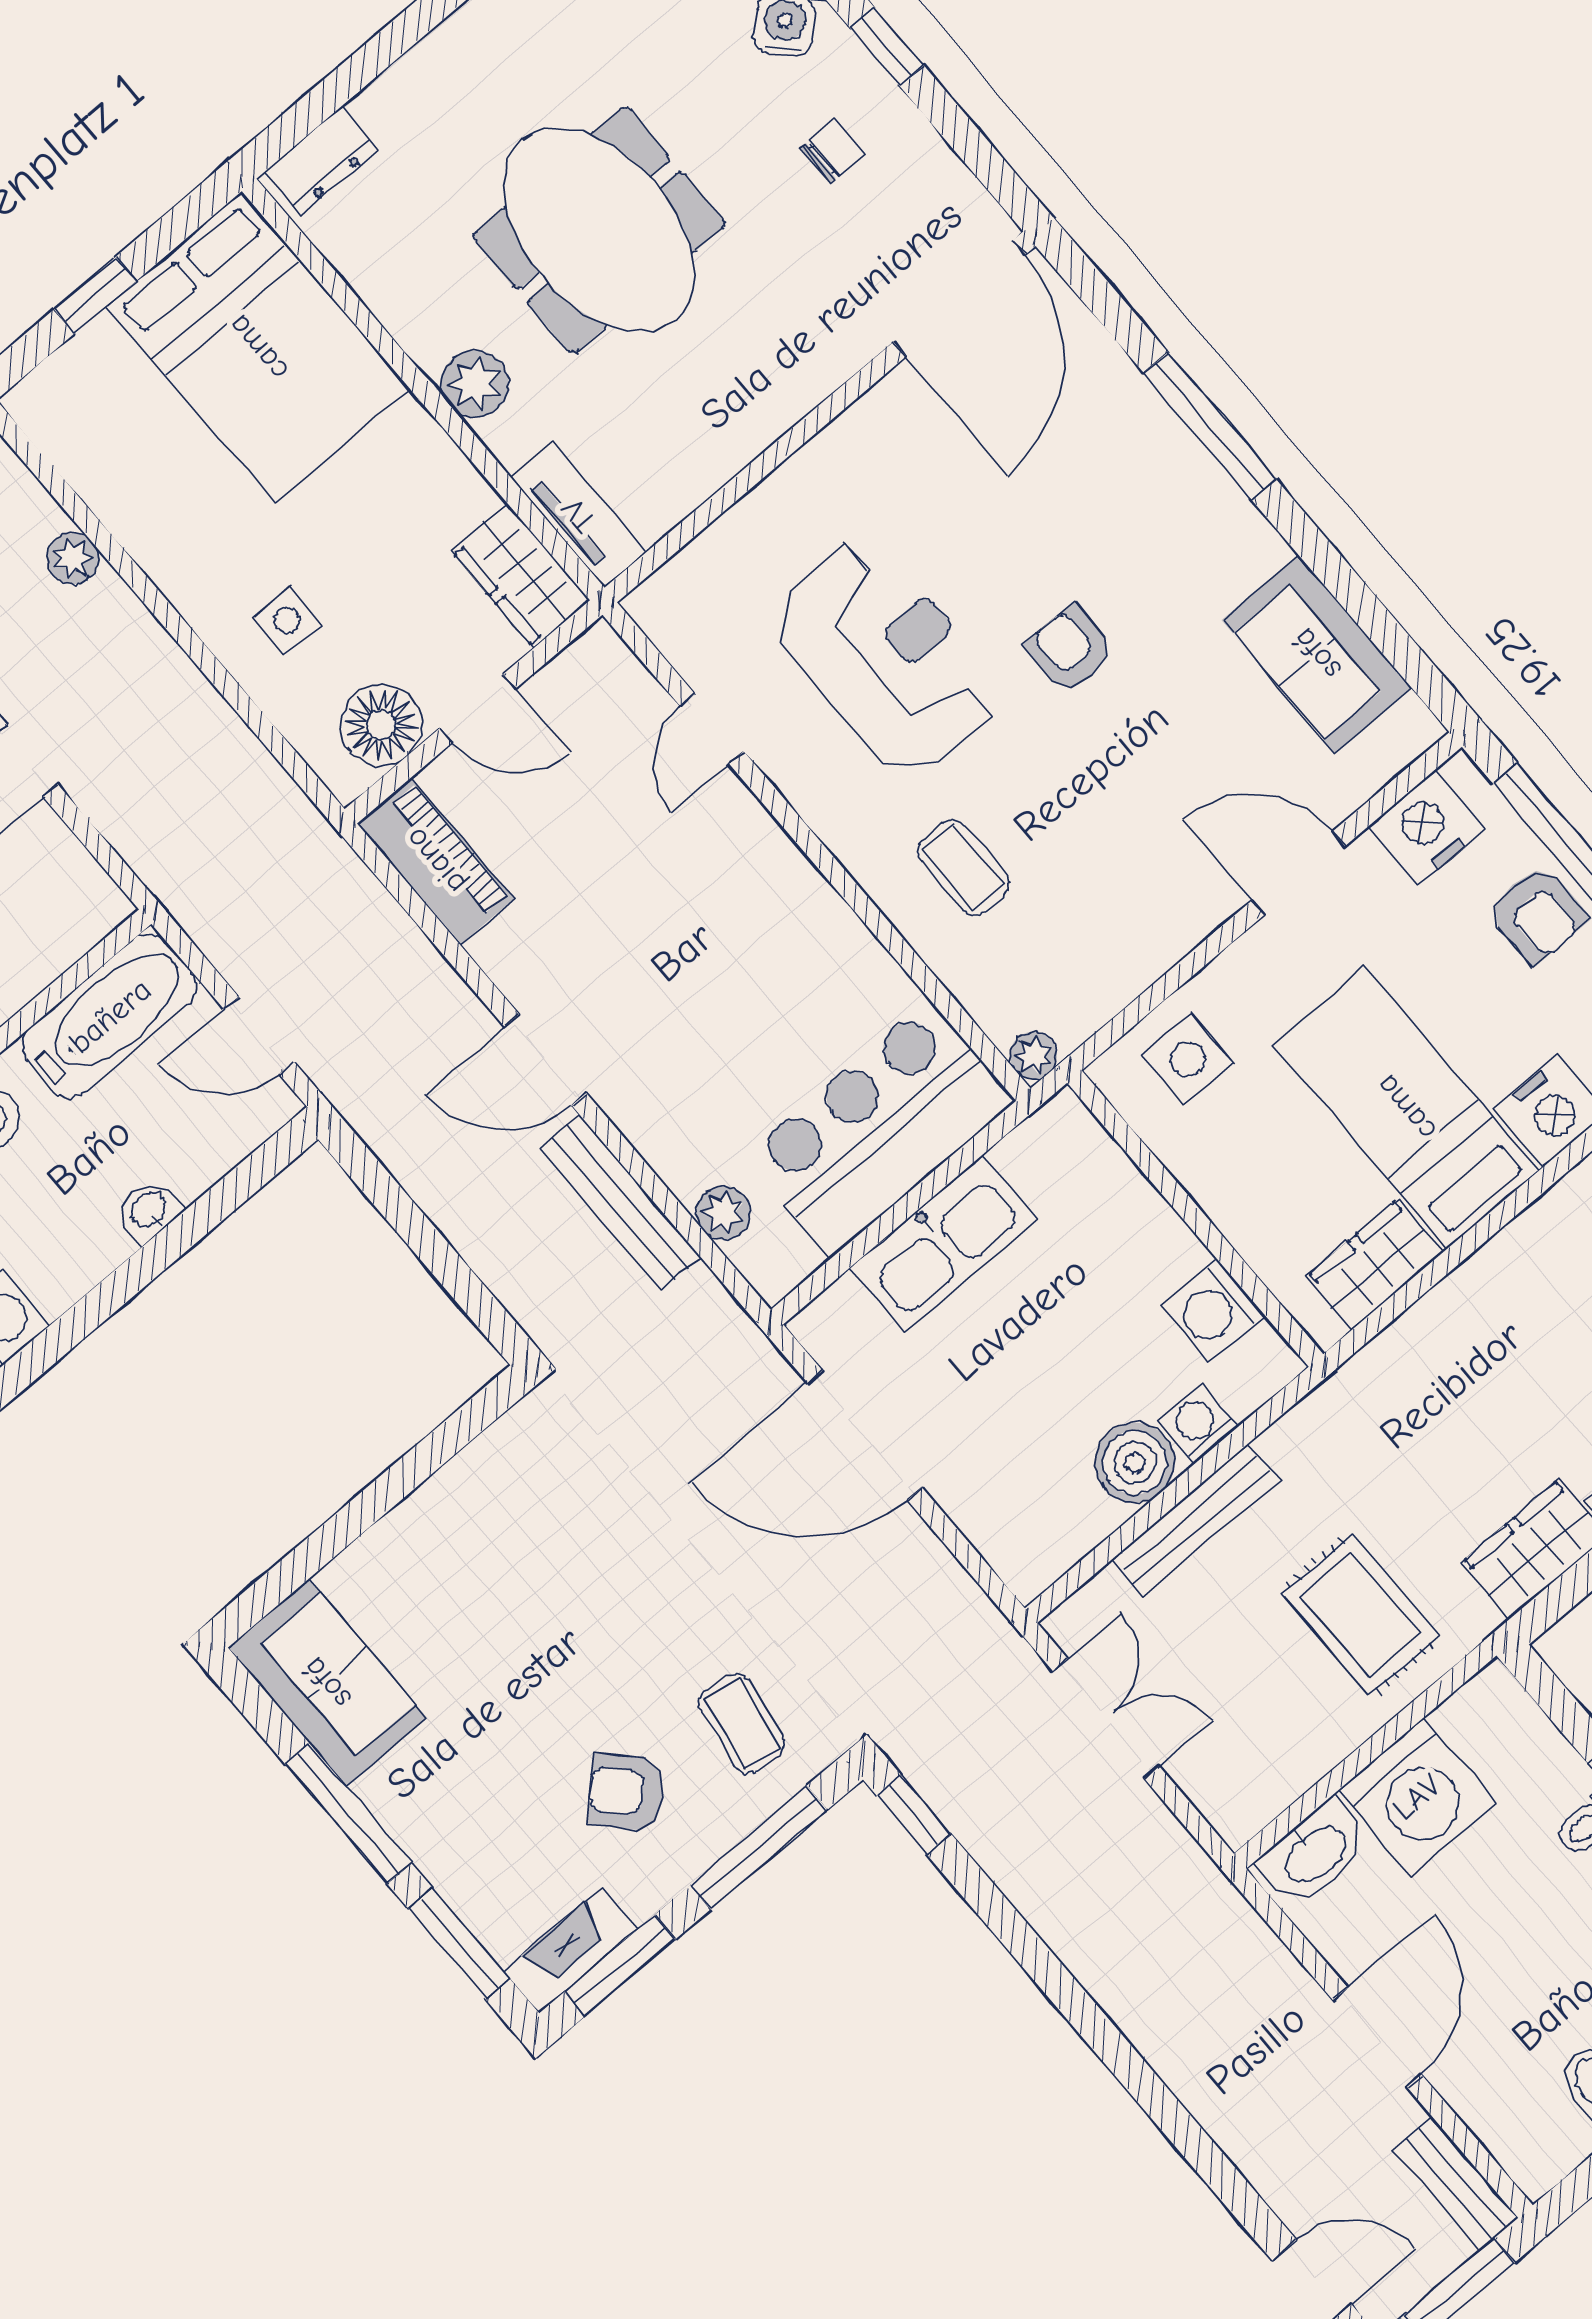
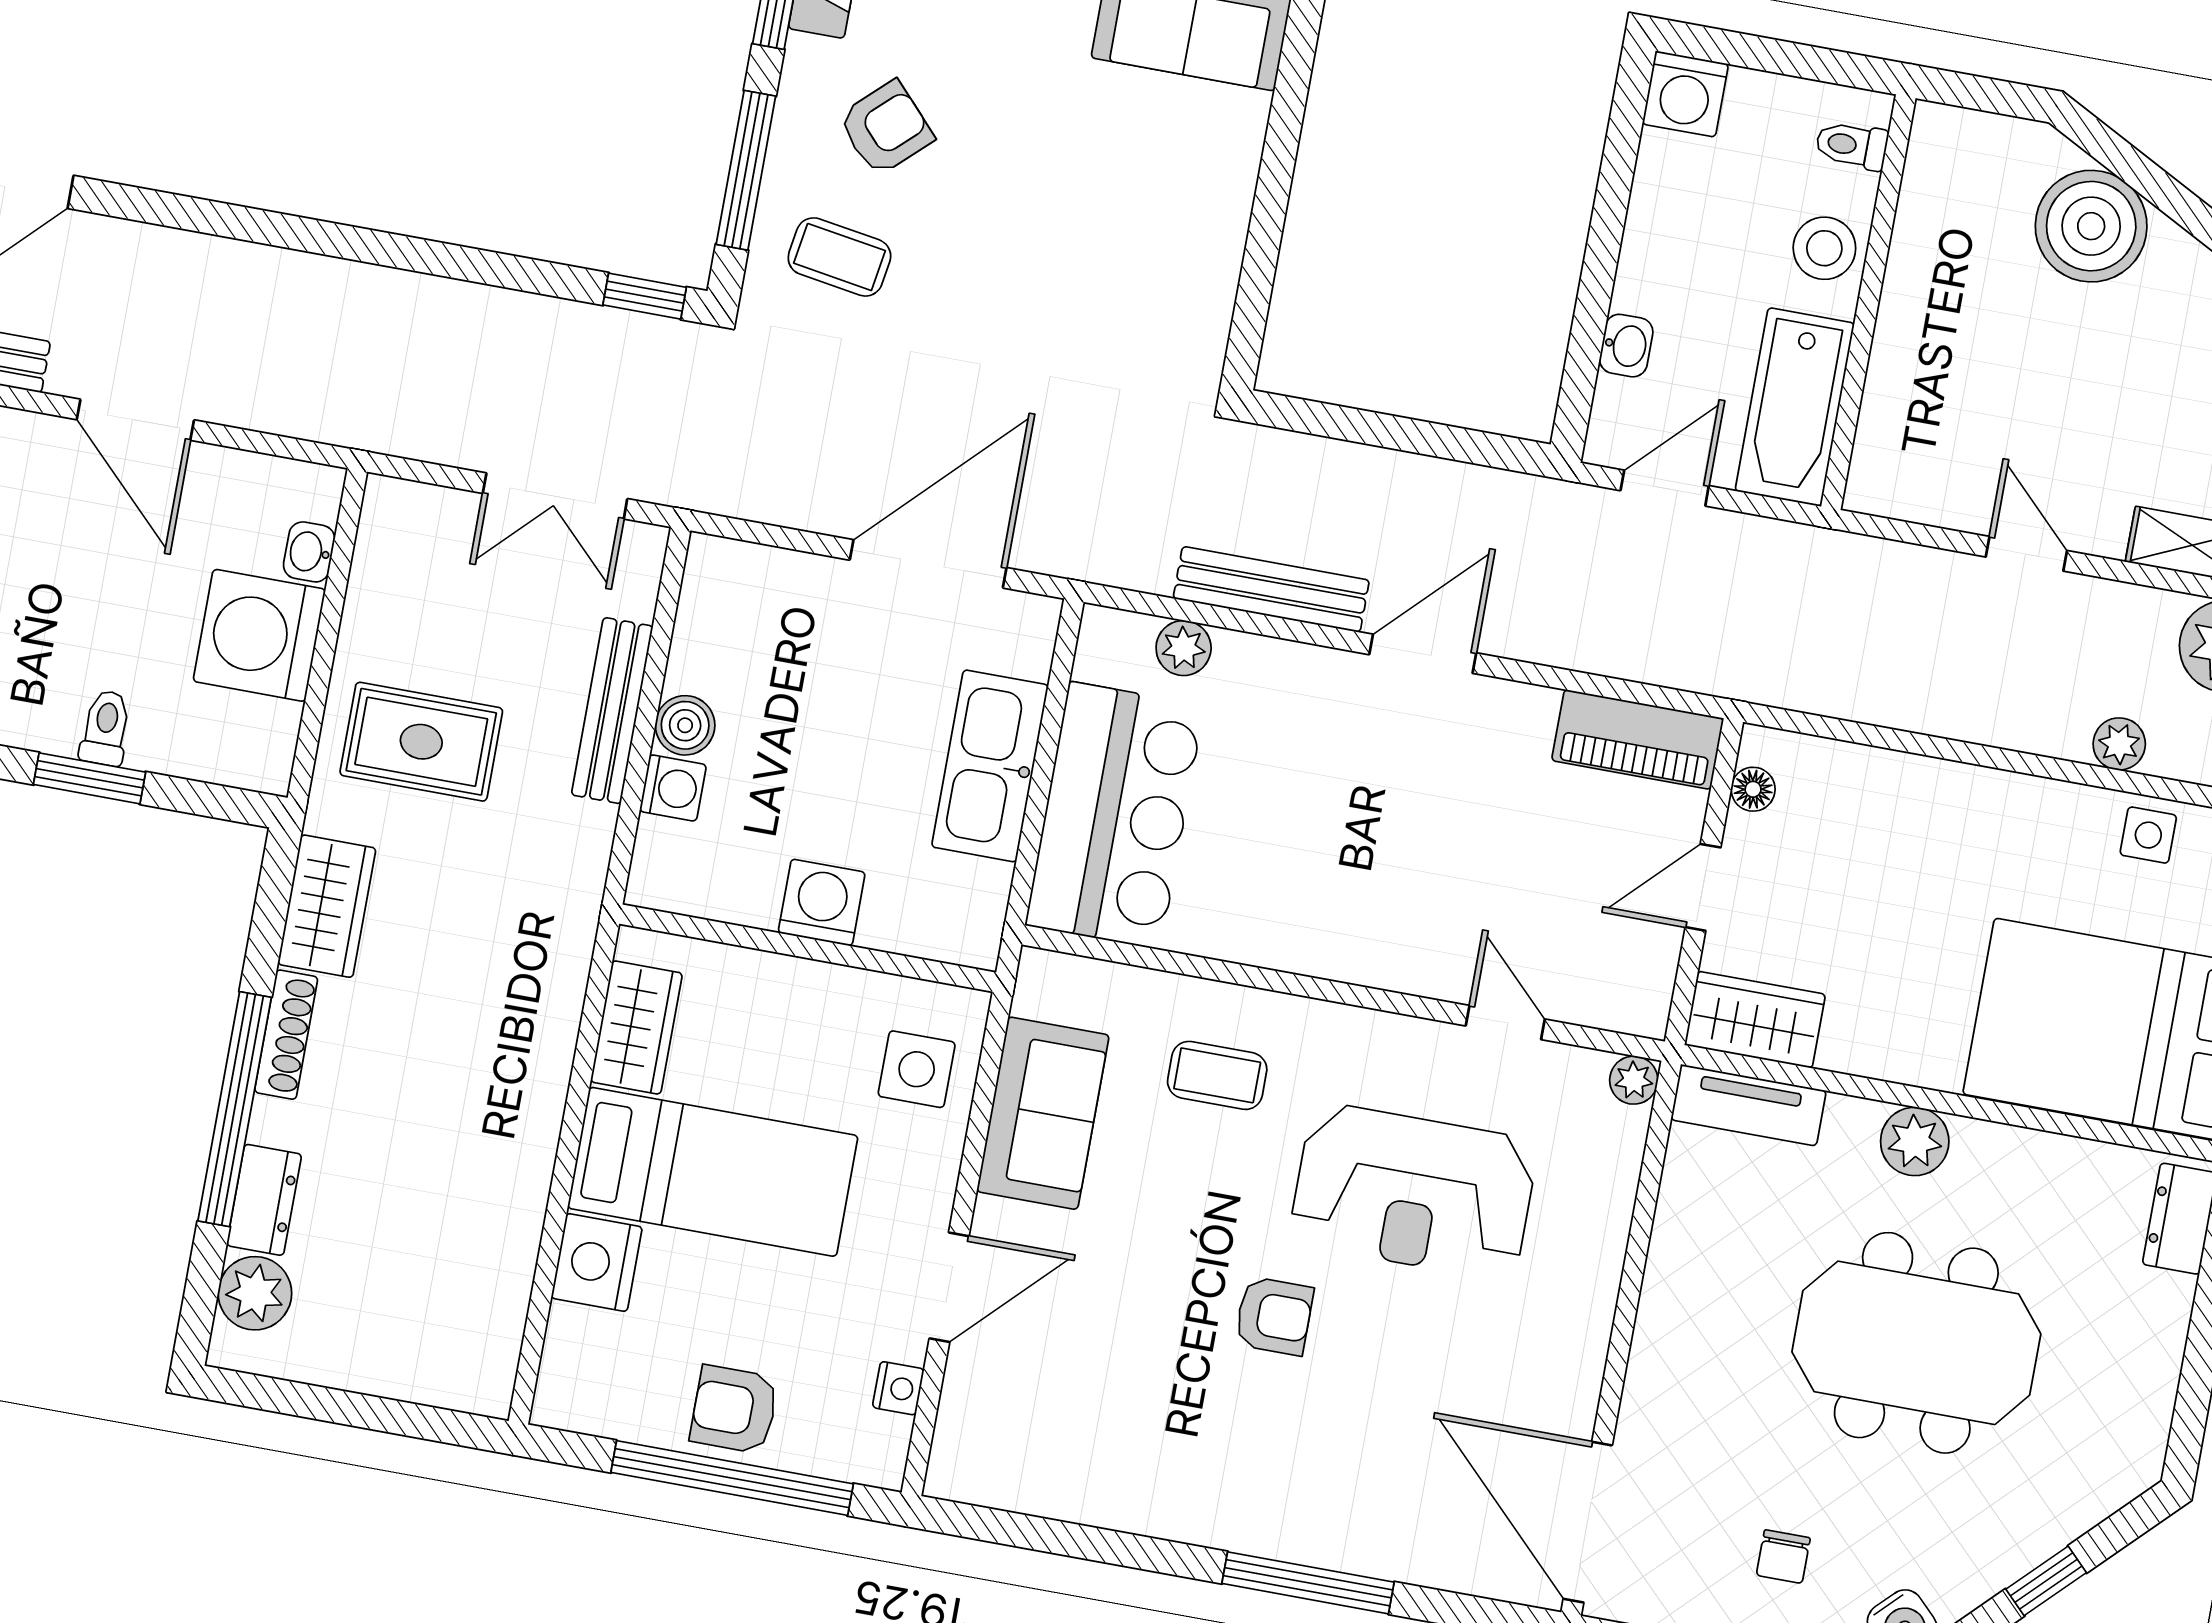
side table: (287, 621) -> (2148, 835), moved
sofa: (1317, 654) -> (1043, 1113), moved, turned 90
floor lamp: (381, 725) -> (1753, 789), width x0.53, depth x0.53
nightstand: (1427, 828) -> (898, 1388), width x0.53, depth x0.56
plant: (1033, 1055) -> (1634, 1080), moved
washbasin: (149, 1210) -> (1626, 346), moved
washing machine: (1213, 1311) -> (822, 903), moved
boiler: (1135, 1463) -> (685, 725), width x0.73, depth x0.73
washbasin: (1314, 1853) -> (309, 552), width x0.52, depth x0.69

